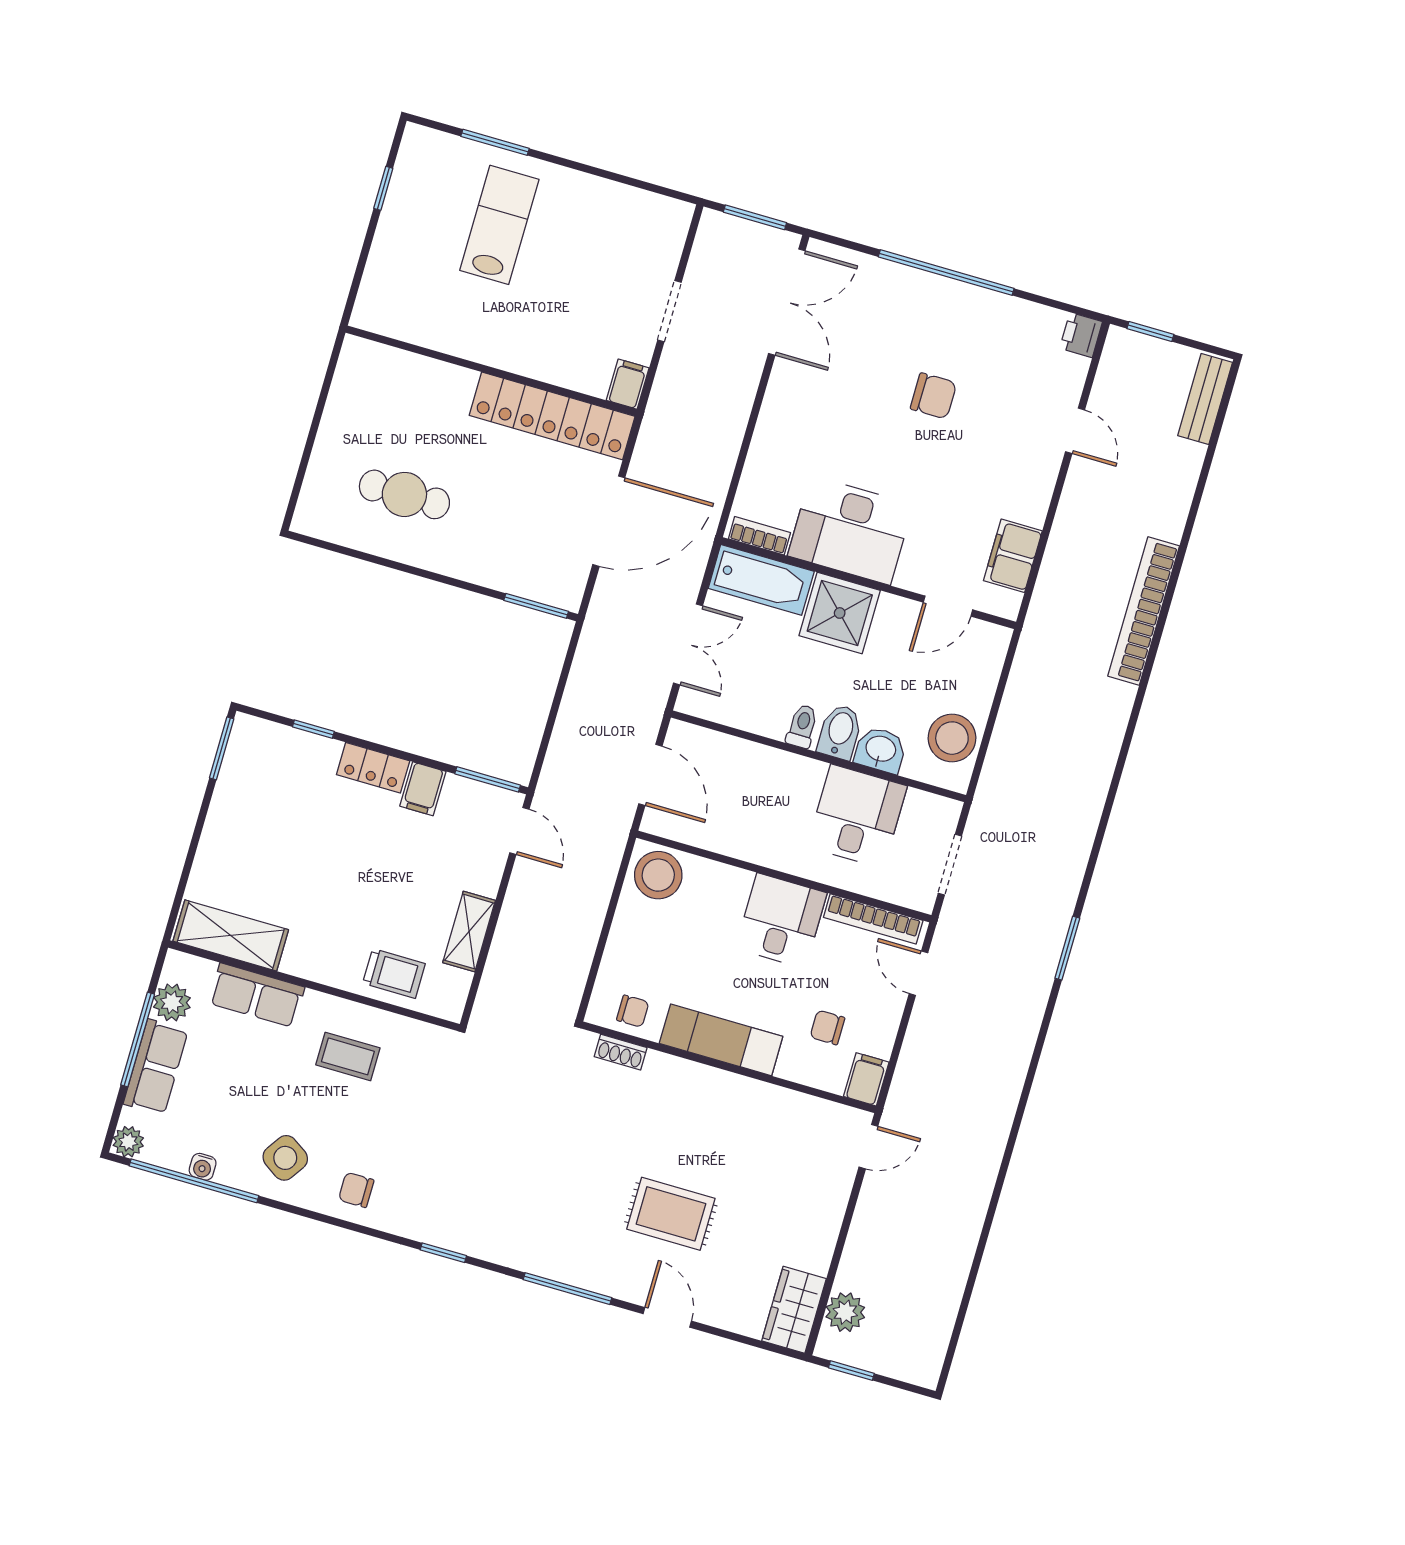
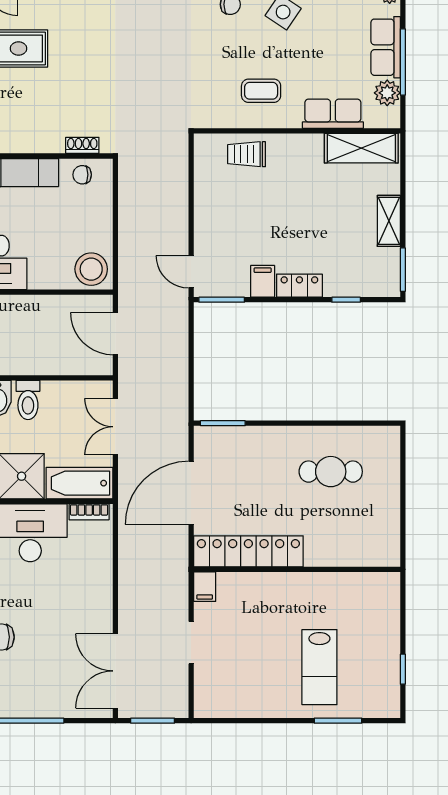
toilet: (802, 726) -> (28, 400), width x1.37, depth x1.39
shelving: (469, 932) -> (389, 221), moved

